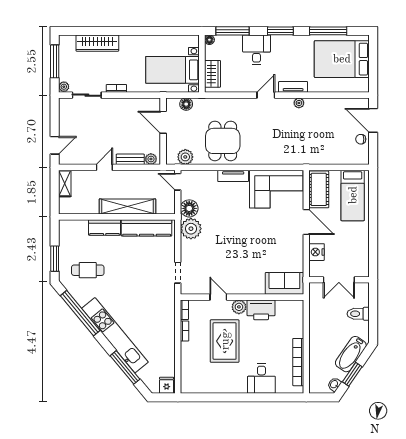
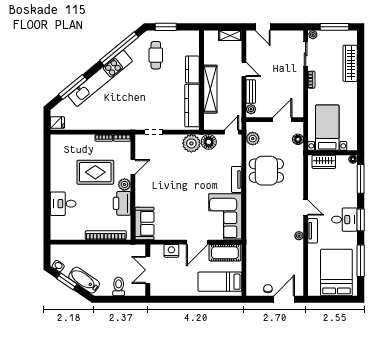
desk: (256, 50) -> (344, 220), moved
bookcase: (298, 362) -> (106, 235), moved

